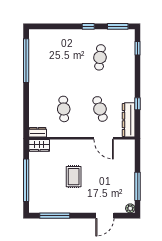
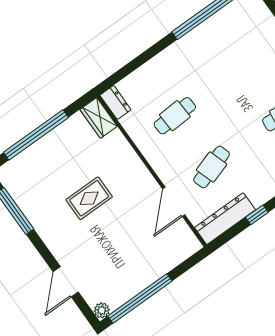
window: (138, 186) -> (140, 298), width x1.46
door: (105, 216) -> (66, 282), hinge flipped

